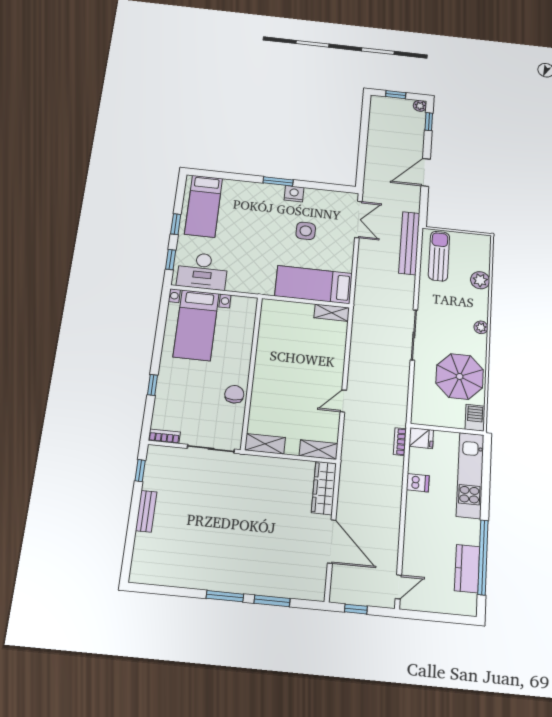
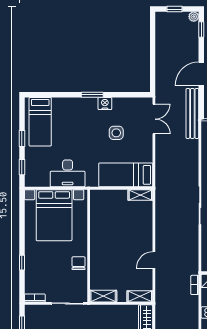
bench: (409, 243) -> (192, 113), moved
desk: (203, 271) -> (68, 173), moved
bed with nightstands: (196, 325) -> (54, 215), width x1.36

